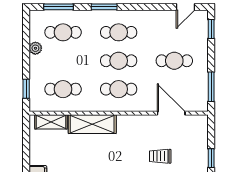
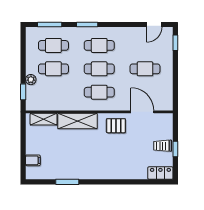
plant: (35, 48) -> (31, 80), moved
window: (211, 87) -> (175, 90), removed
cafe table: (63, 89) -> (53, 69), moved
pallet: (139, 130) -> (116, 126), added
trolley: (160, 156) -> (163, 146), moved

